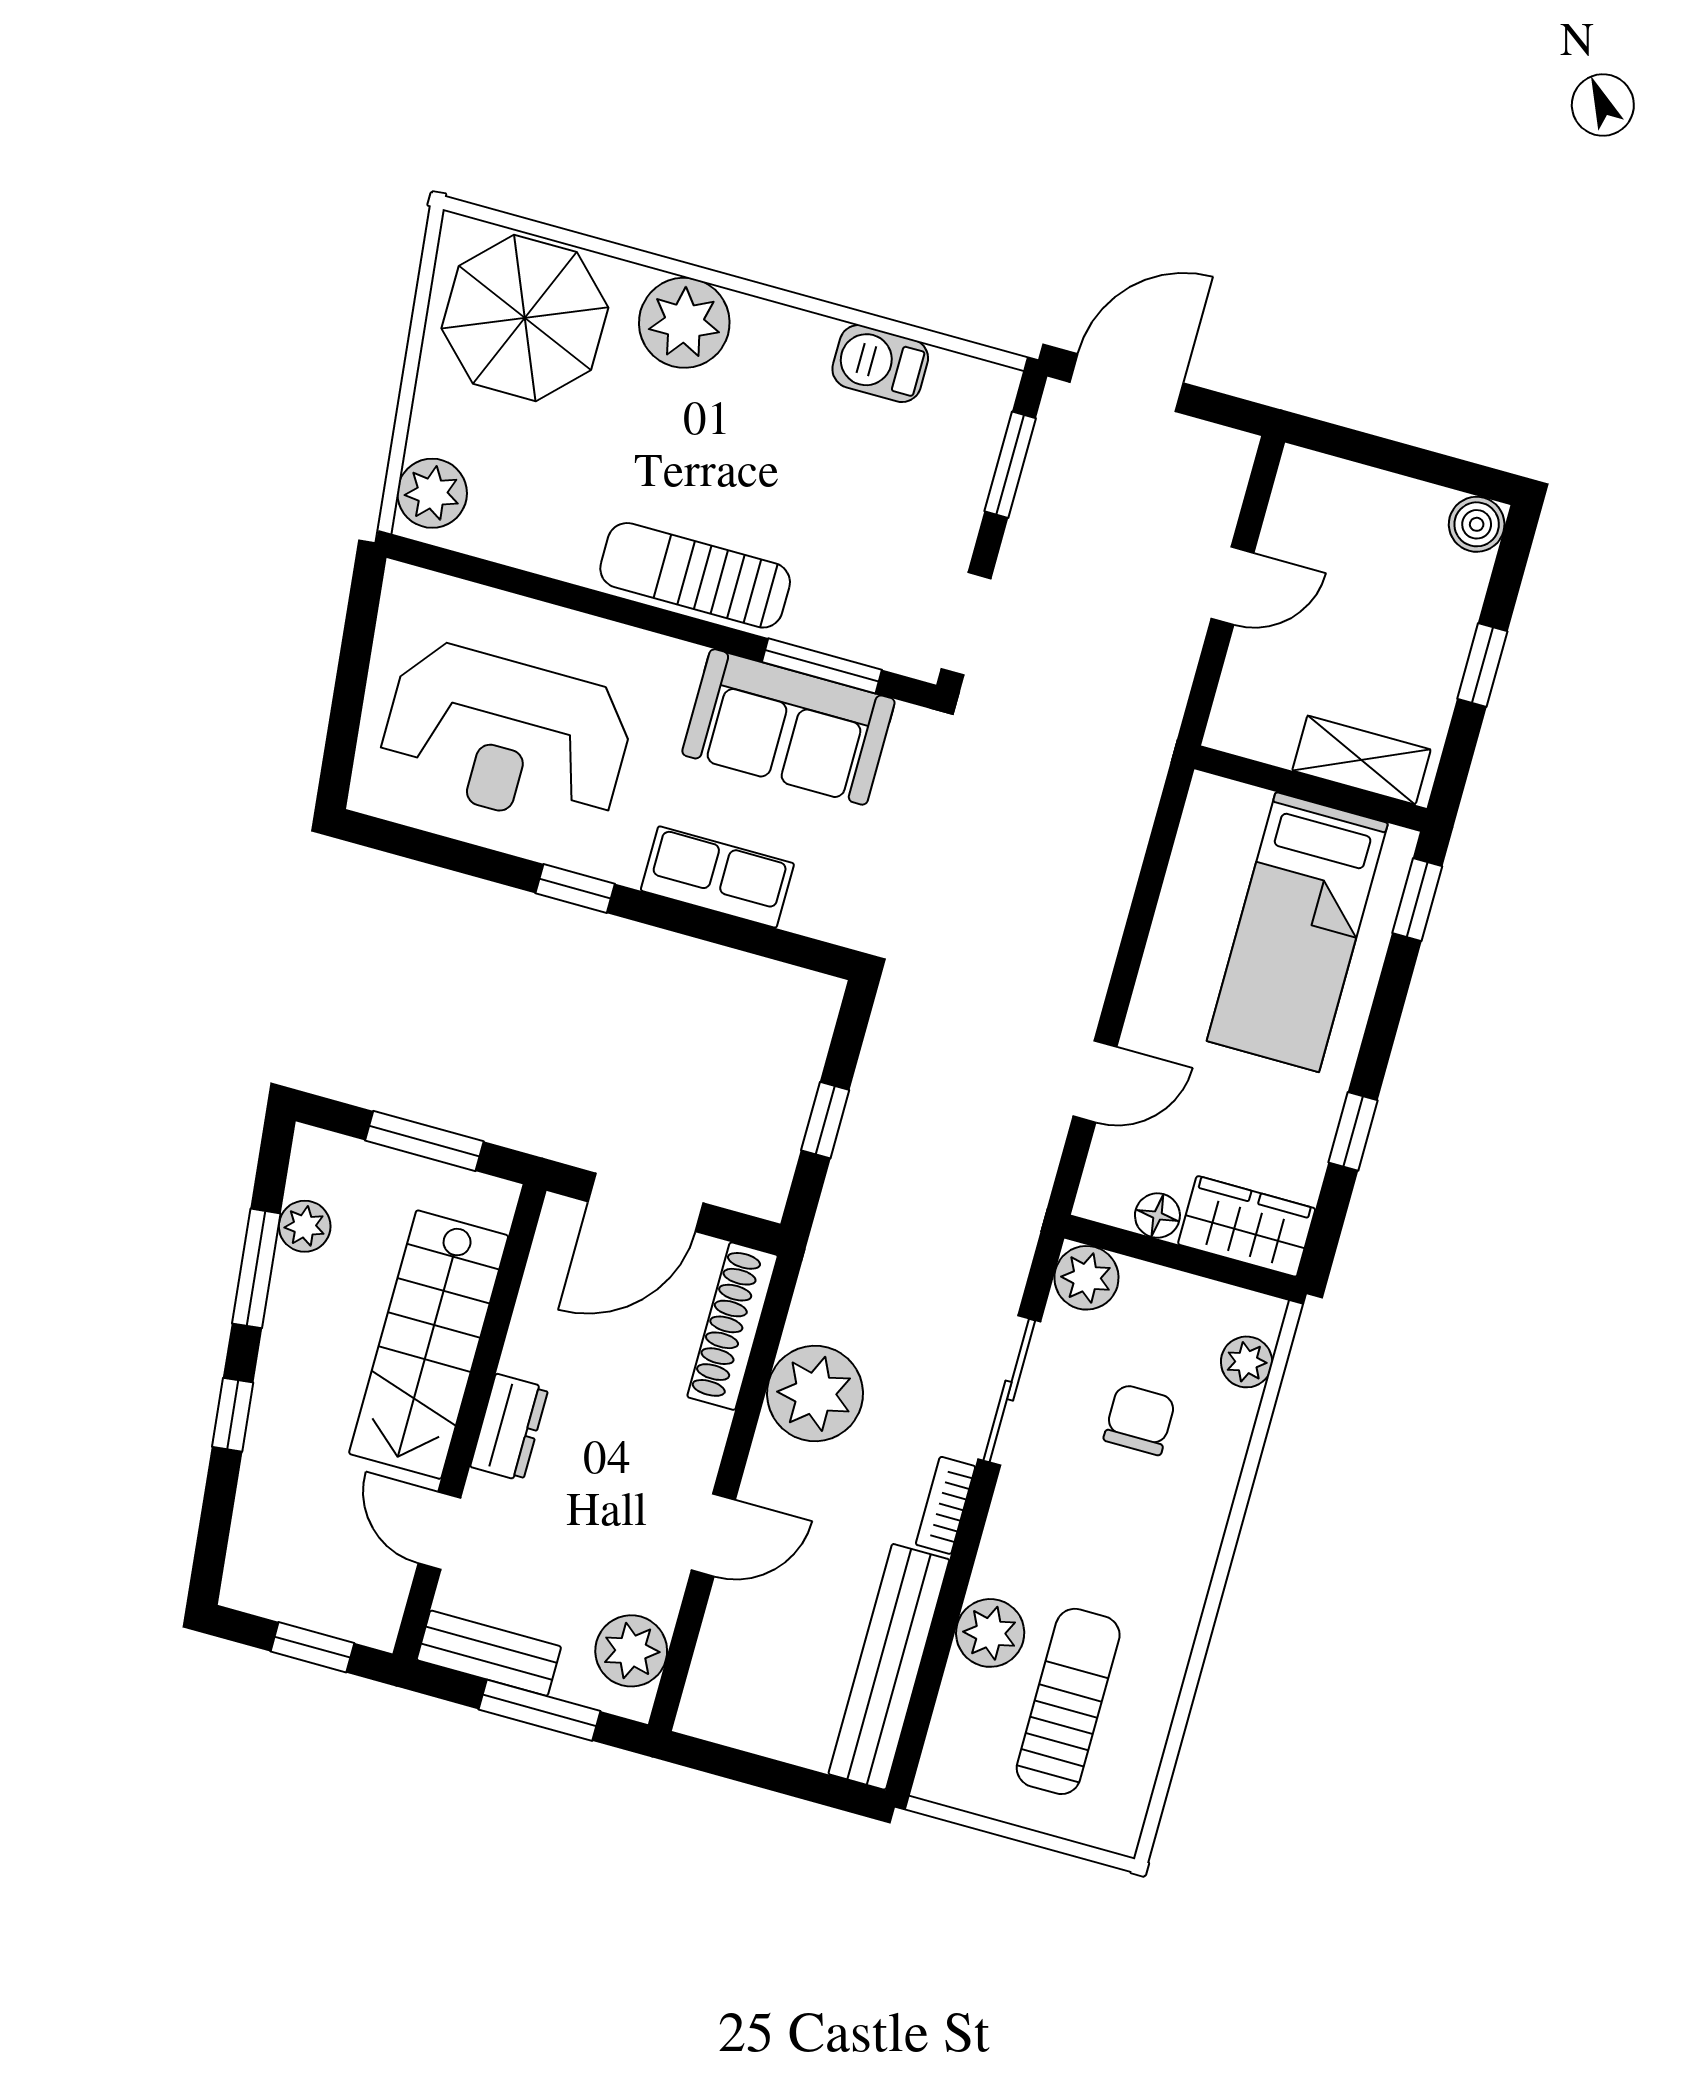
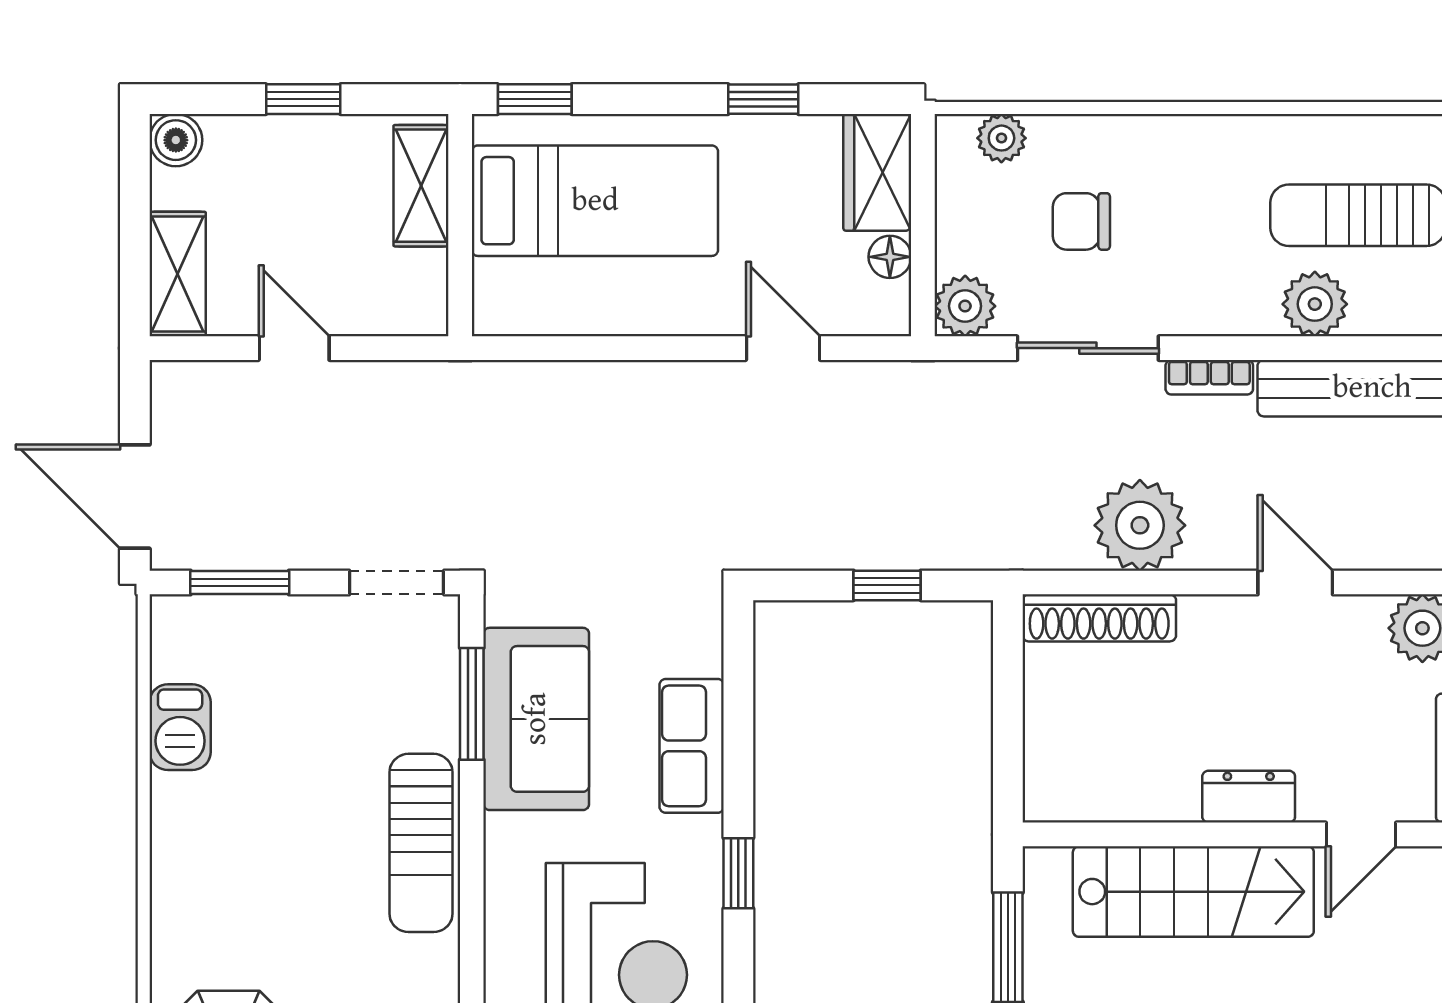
plant: (684, 323) -> (193, 917), removed
shelving: (1340, 488) -> (178, 274), added
door: (646, 1202) -> (1008, 729), removed

